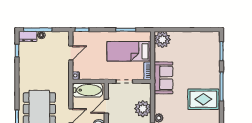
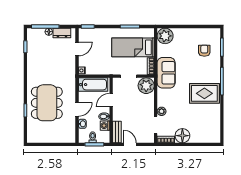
dresser: (28, 36) -> (62, 33), moved
armchair: (203, 55) -> (204, 51), added
plant: (143, 109) -> (146, 86), moved

